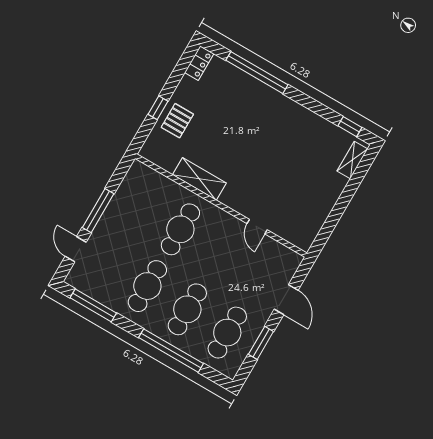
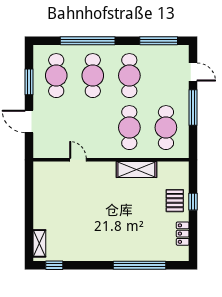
locker: (199, 63) -> (183, 234), moved
cafe table: (140, 206) -> (166, 128), added

